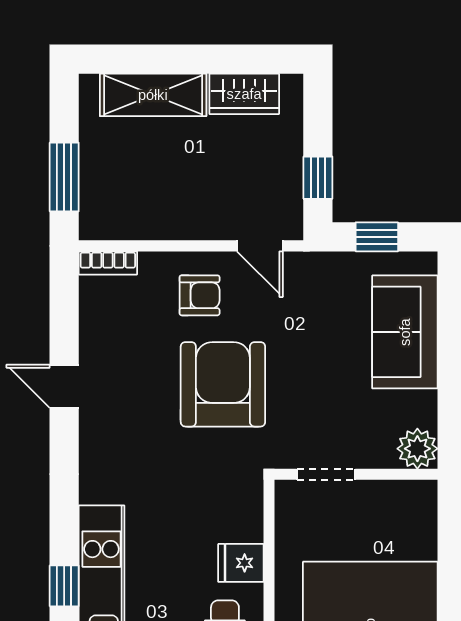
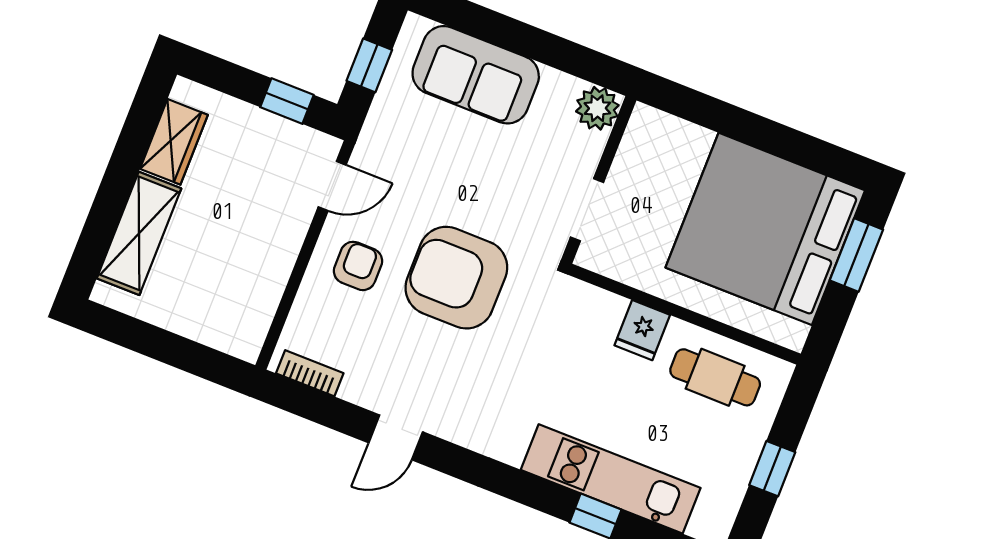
window: (64, 177) -> (186, 355), removed
bookcase: (108, 263) -> (310, 373), moved, turned -90

